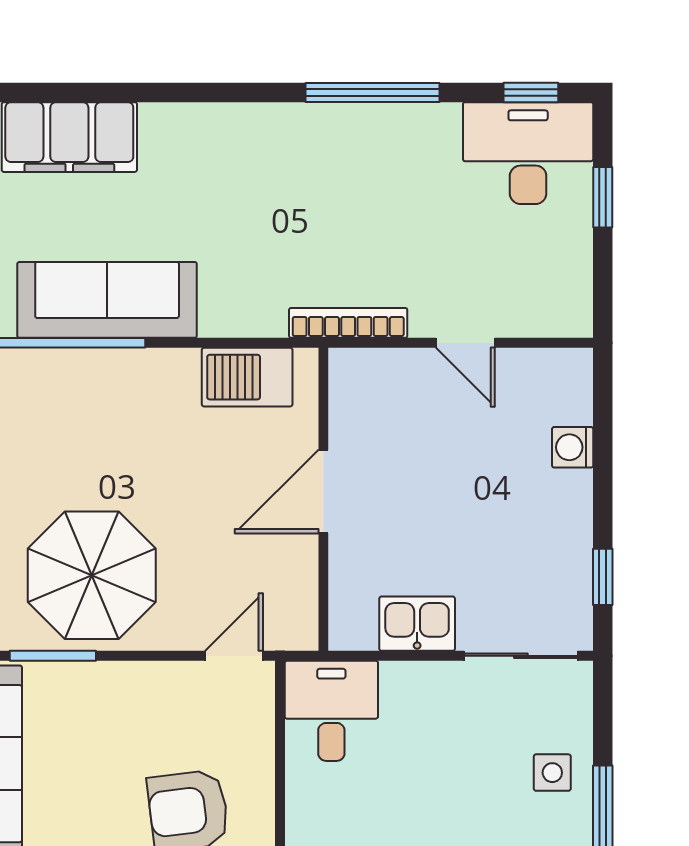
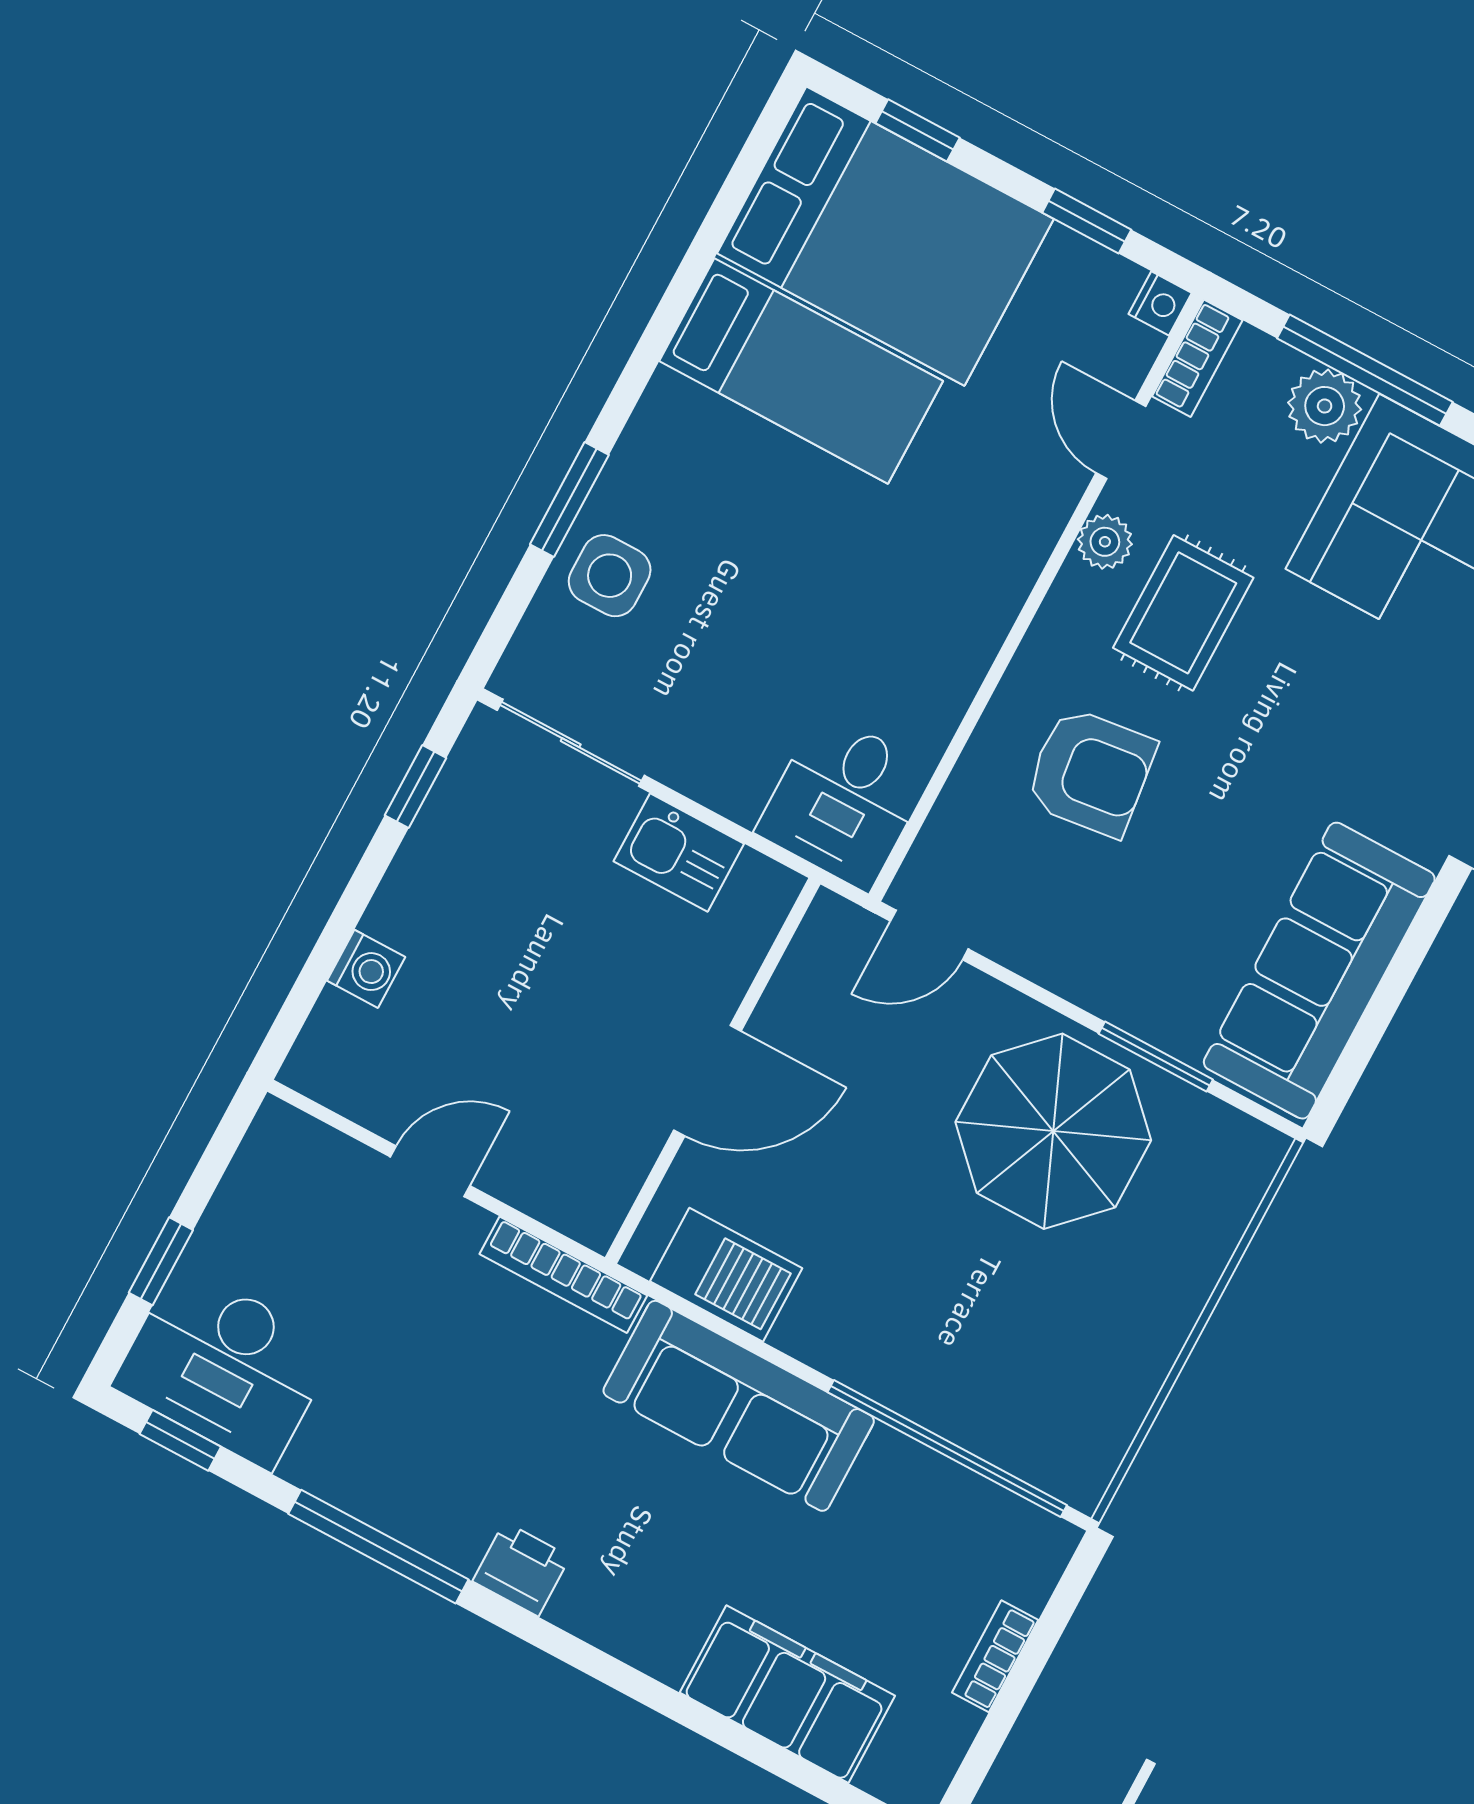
printer: (276, 126) -> (521, 1569), added
sofa: (107, 300) -> (739, 1406), moved
door: (465, 343) -> (430, 1171), hinge flipped
side table: (552, 773) -> (610, 576), width x1.37, depth x1.37

